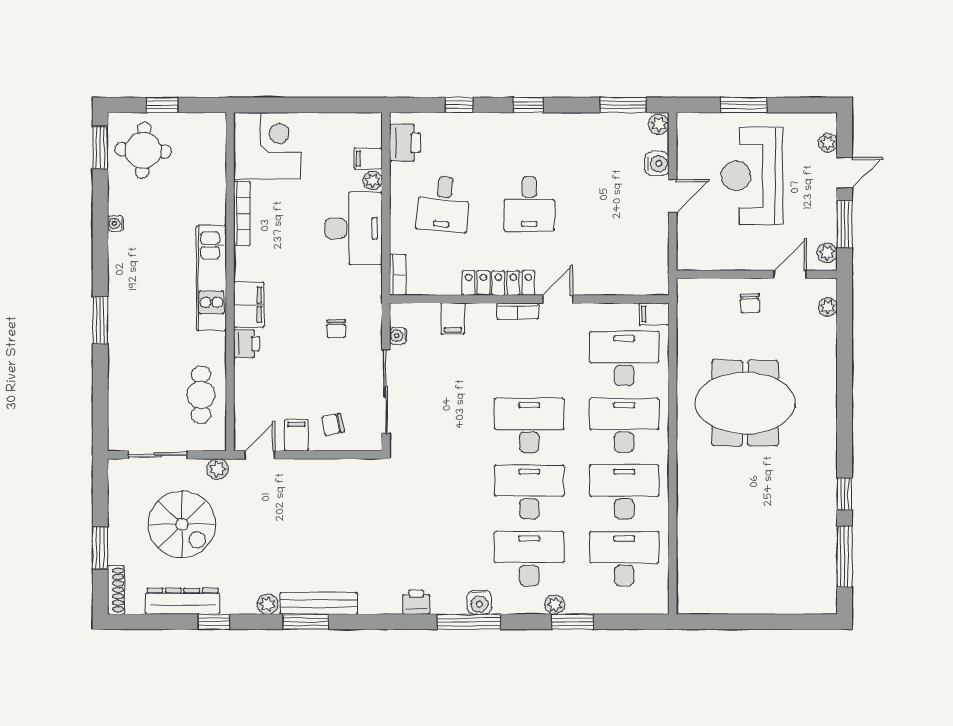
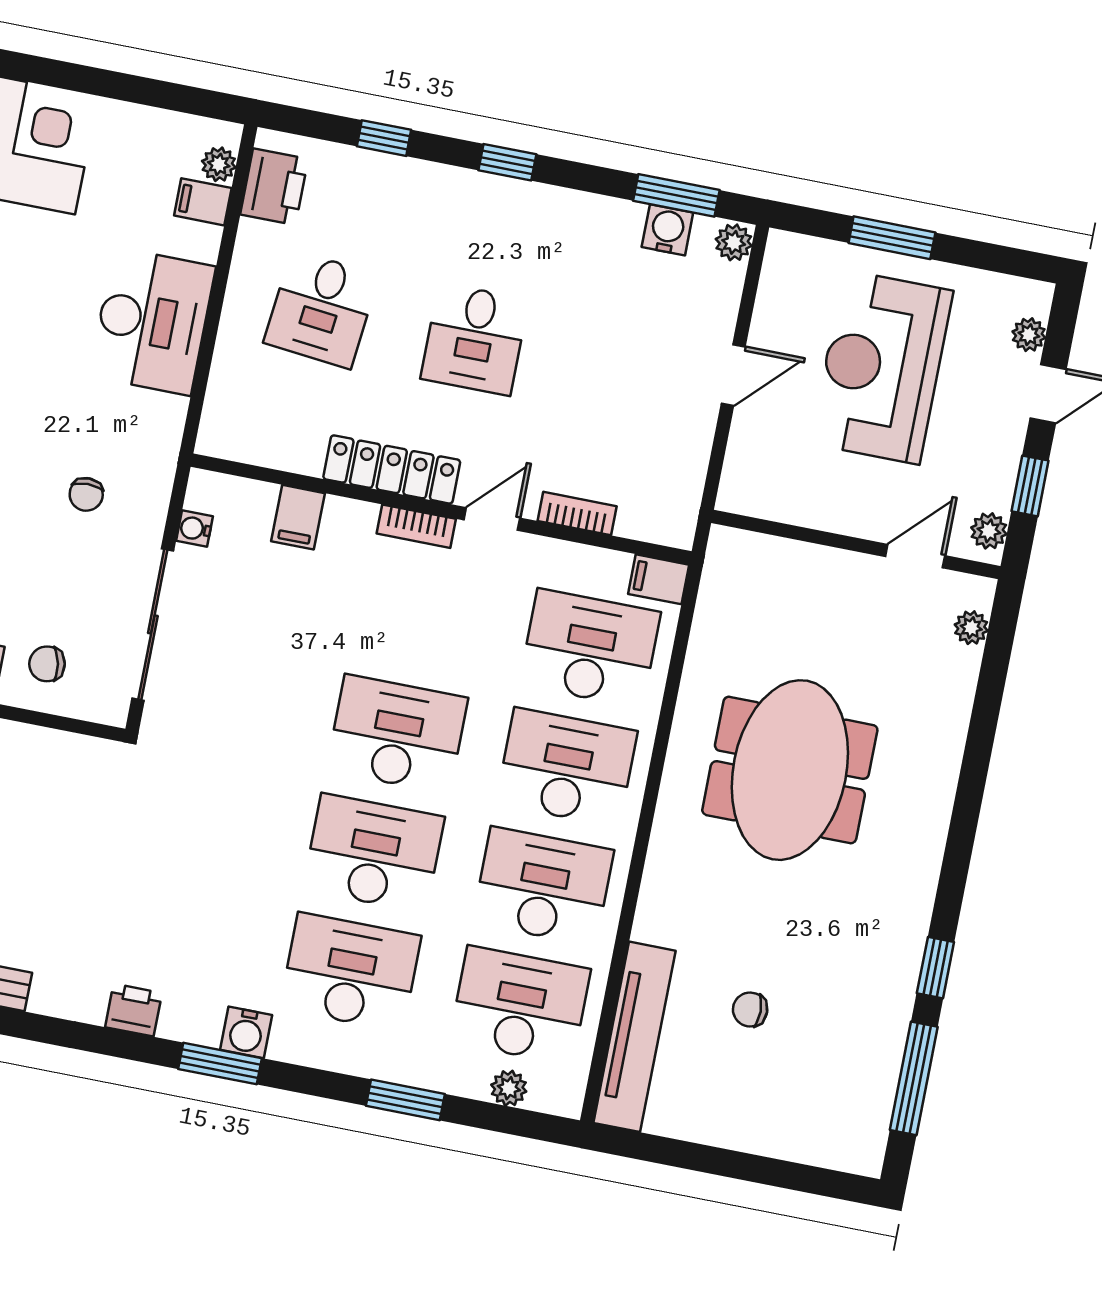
water cooler: (657, 164) -> (667, 230), moved, turned -90
plant: (373, 180) -> (219, 164), moved
window: (845, 224) -> (1030, 486), width x0.67
bookcase: (398, 275) -> (577, 514), moved, turned -90
chair: (750, 303) -> (750, 1010), moved, turned 91
meeting table: (745, 403) -> (790, 770), turned 90
tv unit: (689, 563) -> (634, 1037), added
plant: (555, 605) -> (509, 1088), moved
window: (469, 622) -> (220, 1064), width x0.69

